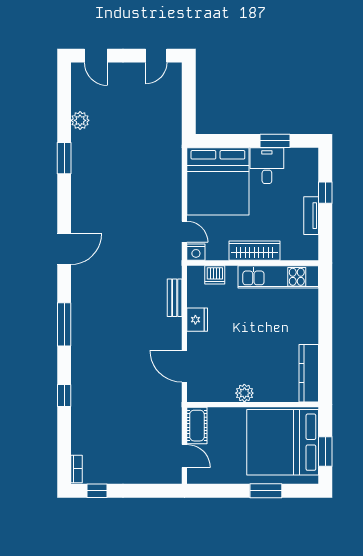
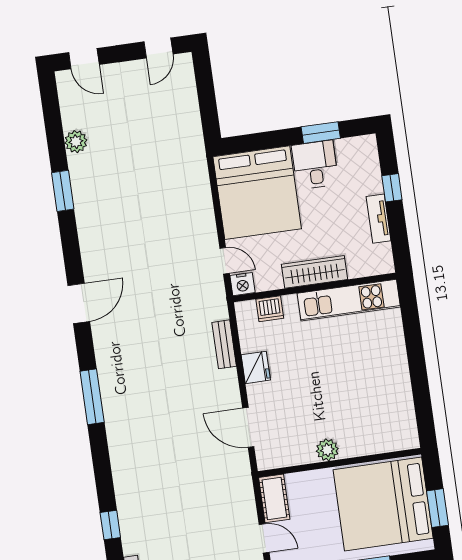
kitchen counter: (309, 373) -> (403, 414), removed
window: (64, 395) -> (110, 525), moved

